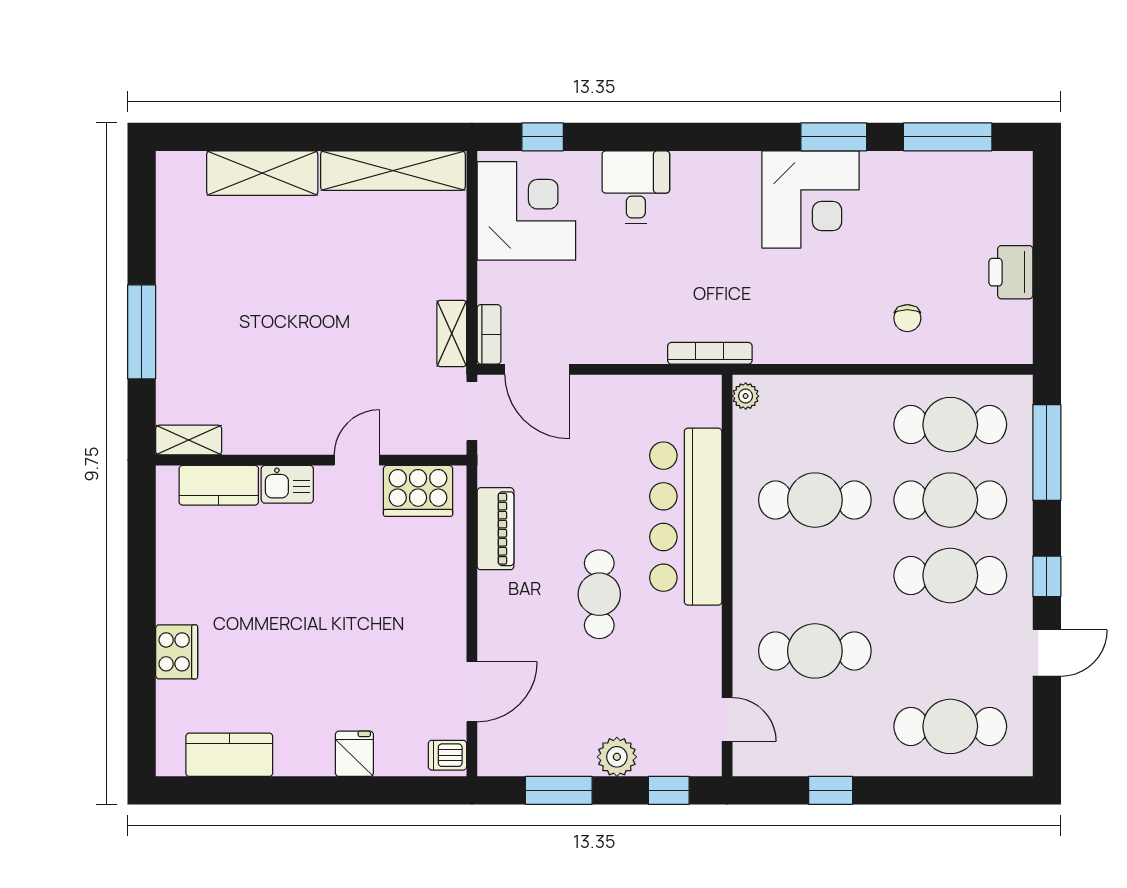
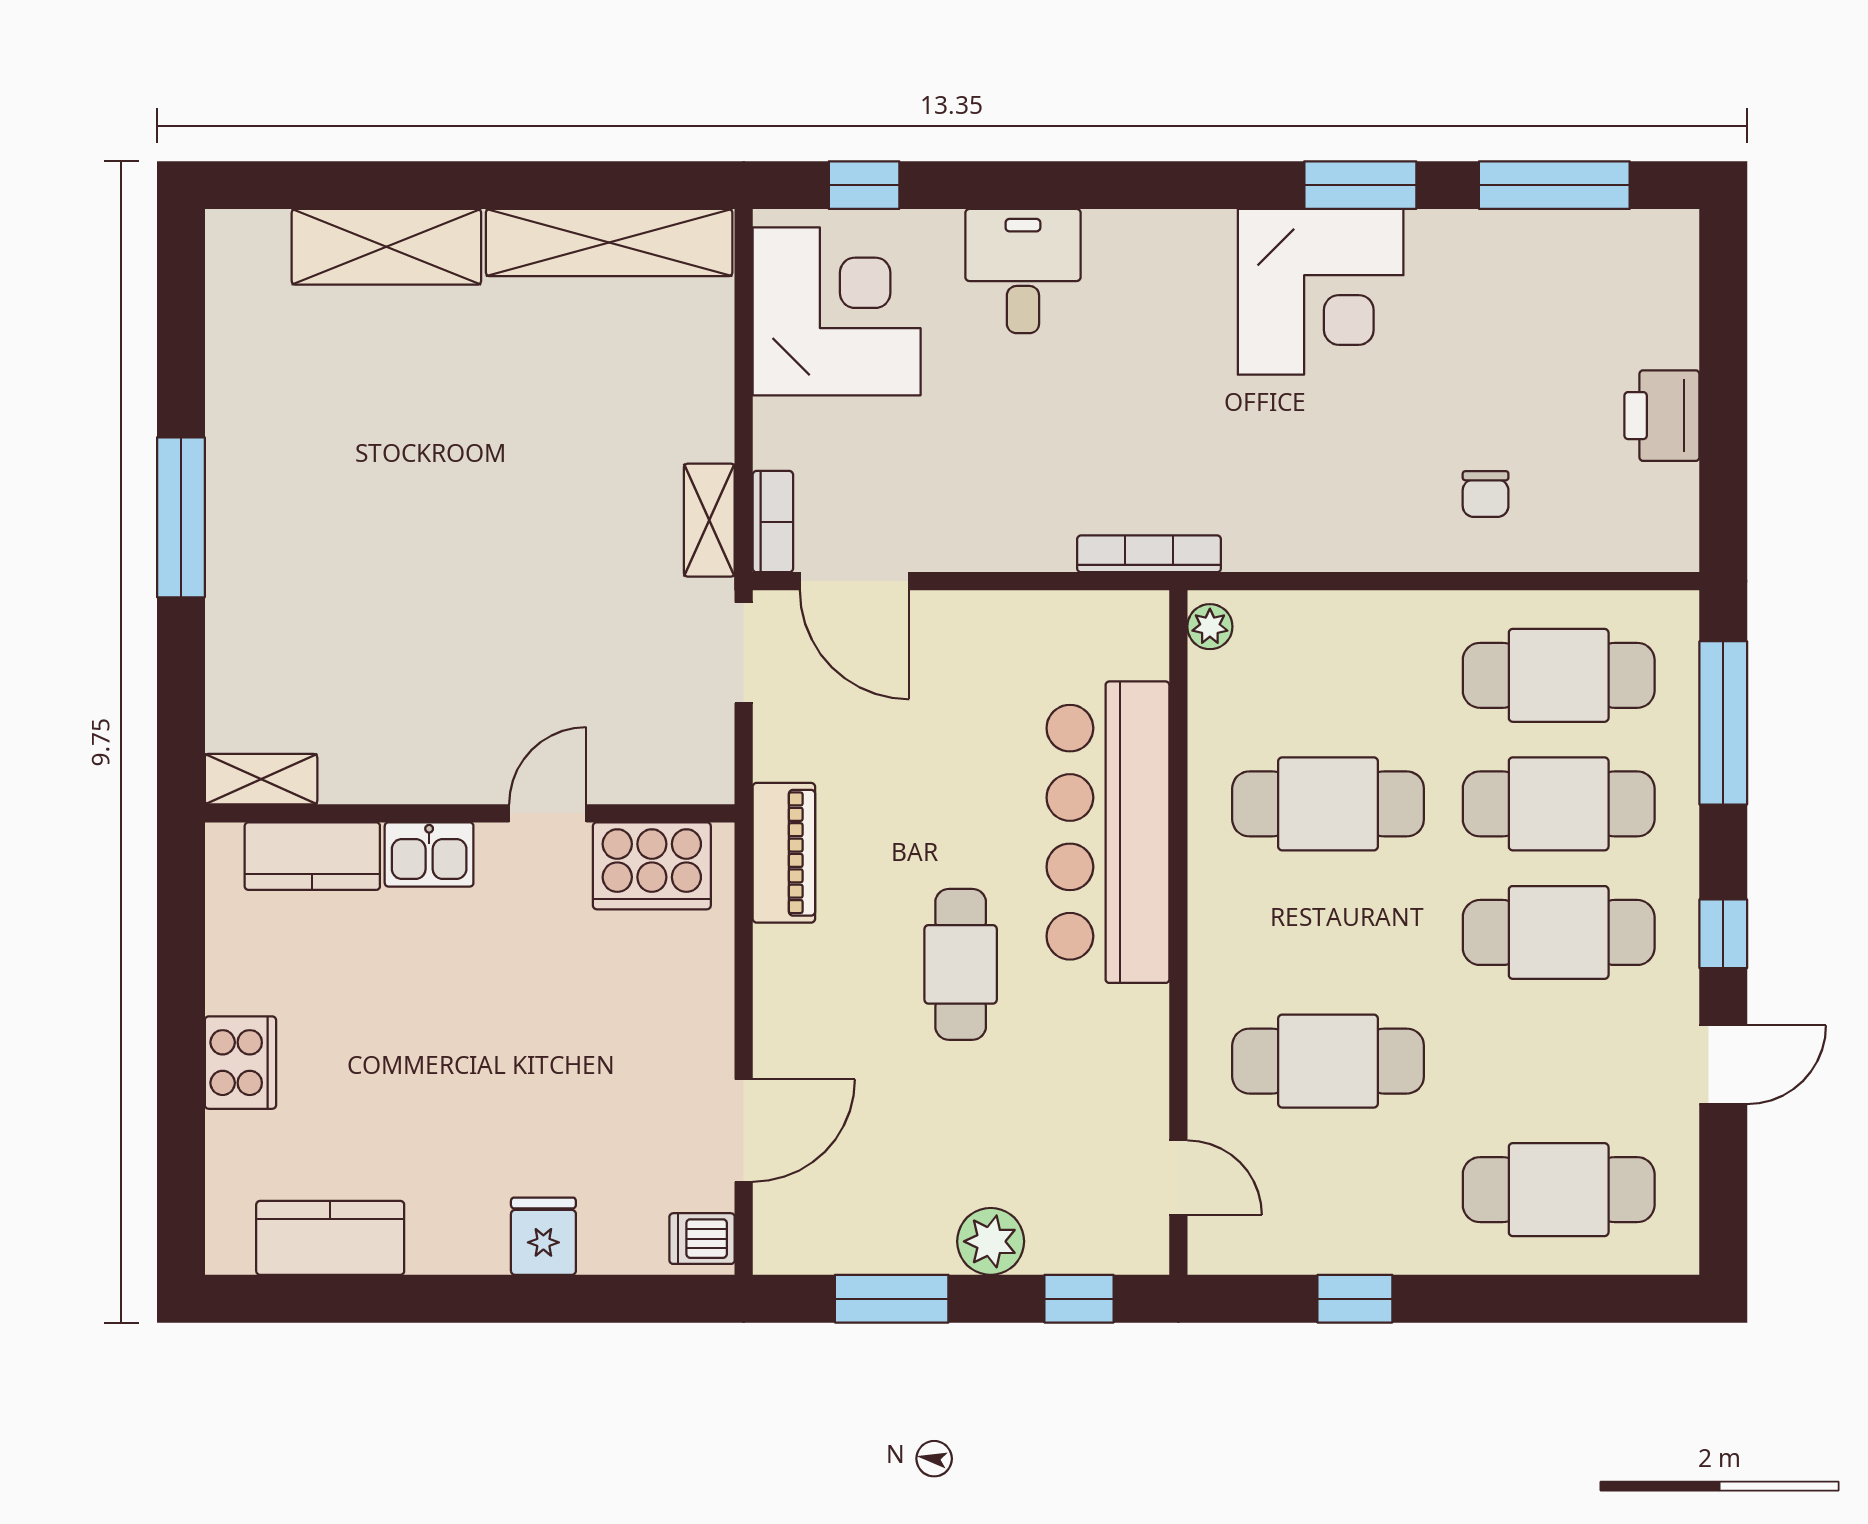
shelving: (189, 440) -> (261, 779), moved
wall: (311, 460) -> (470, 813), moved
door: (357, 460) -> (548, 813), moved
kitchen sink: (287, 484) -> (429, 854), moved
kitchen counter: (219, 485) -> (312, 856), moved
cooker: (418, 491) -> (652, 866), moved

